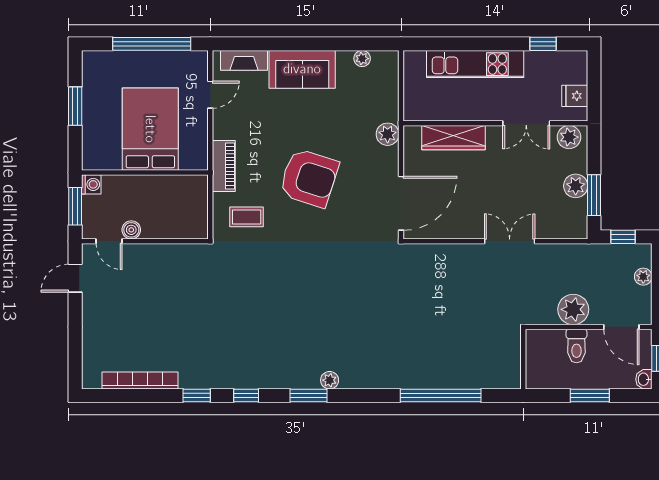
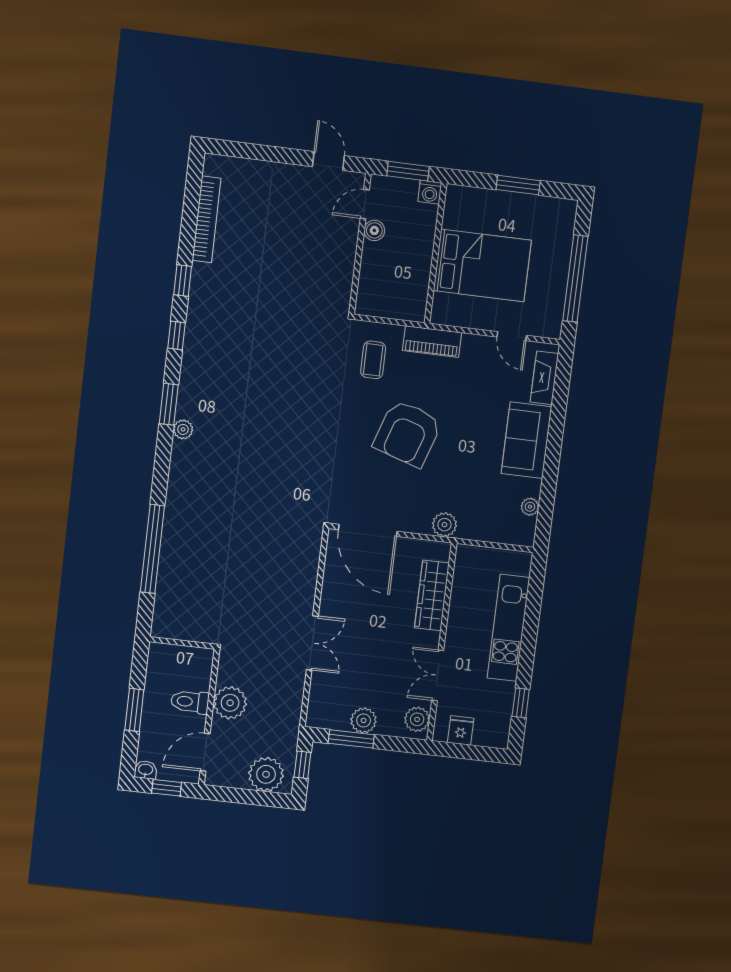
plant: (643, 277) -> (266, 774), width x1.88, depth x1.88

